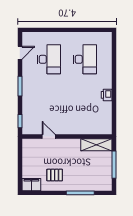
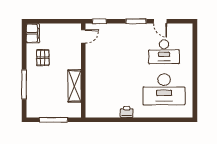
door: (20, 53) -> (160, 21), moved
desk: (85, 59) -> (164, 89), width x1.36, depth x1.30
door: (49, 136) -> (83, 36), moved
shelving: (96, 145) -> (75, 86), moved

